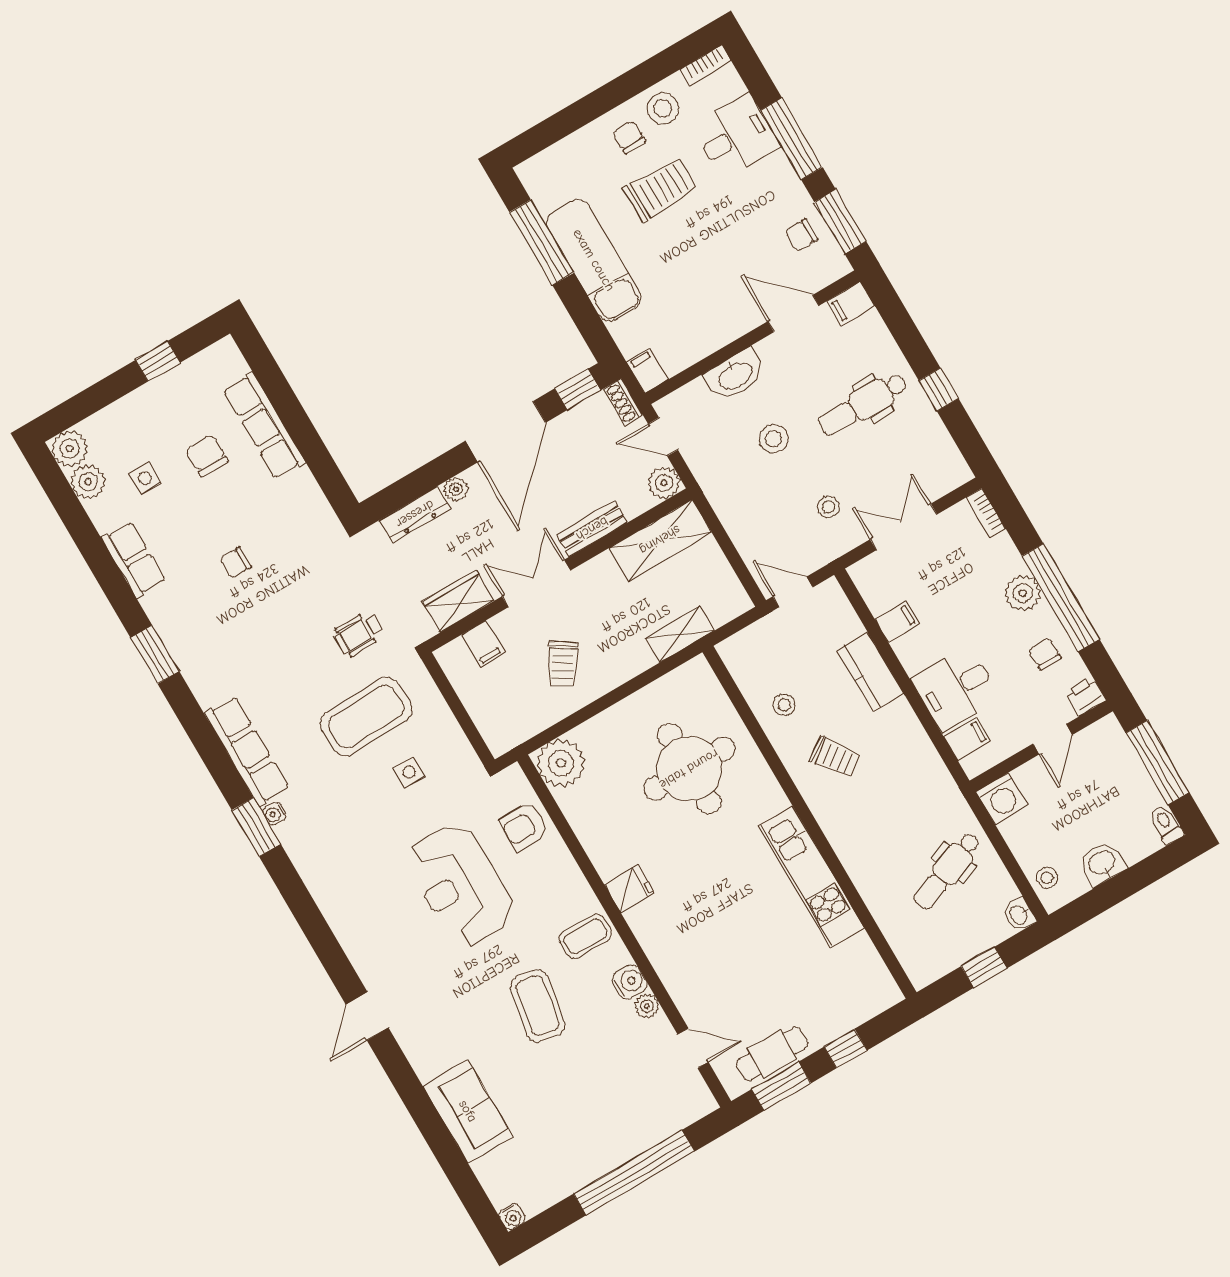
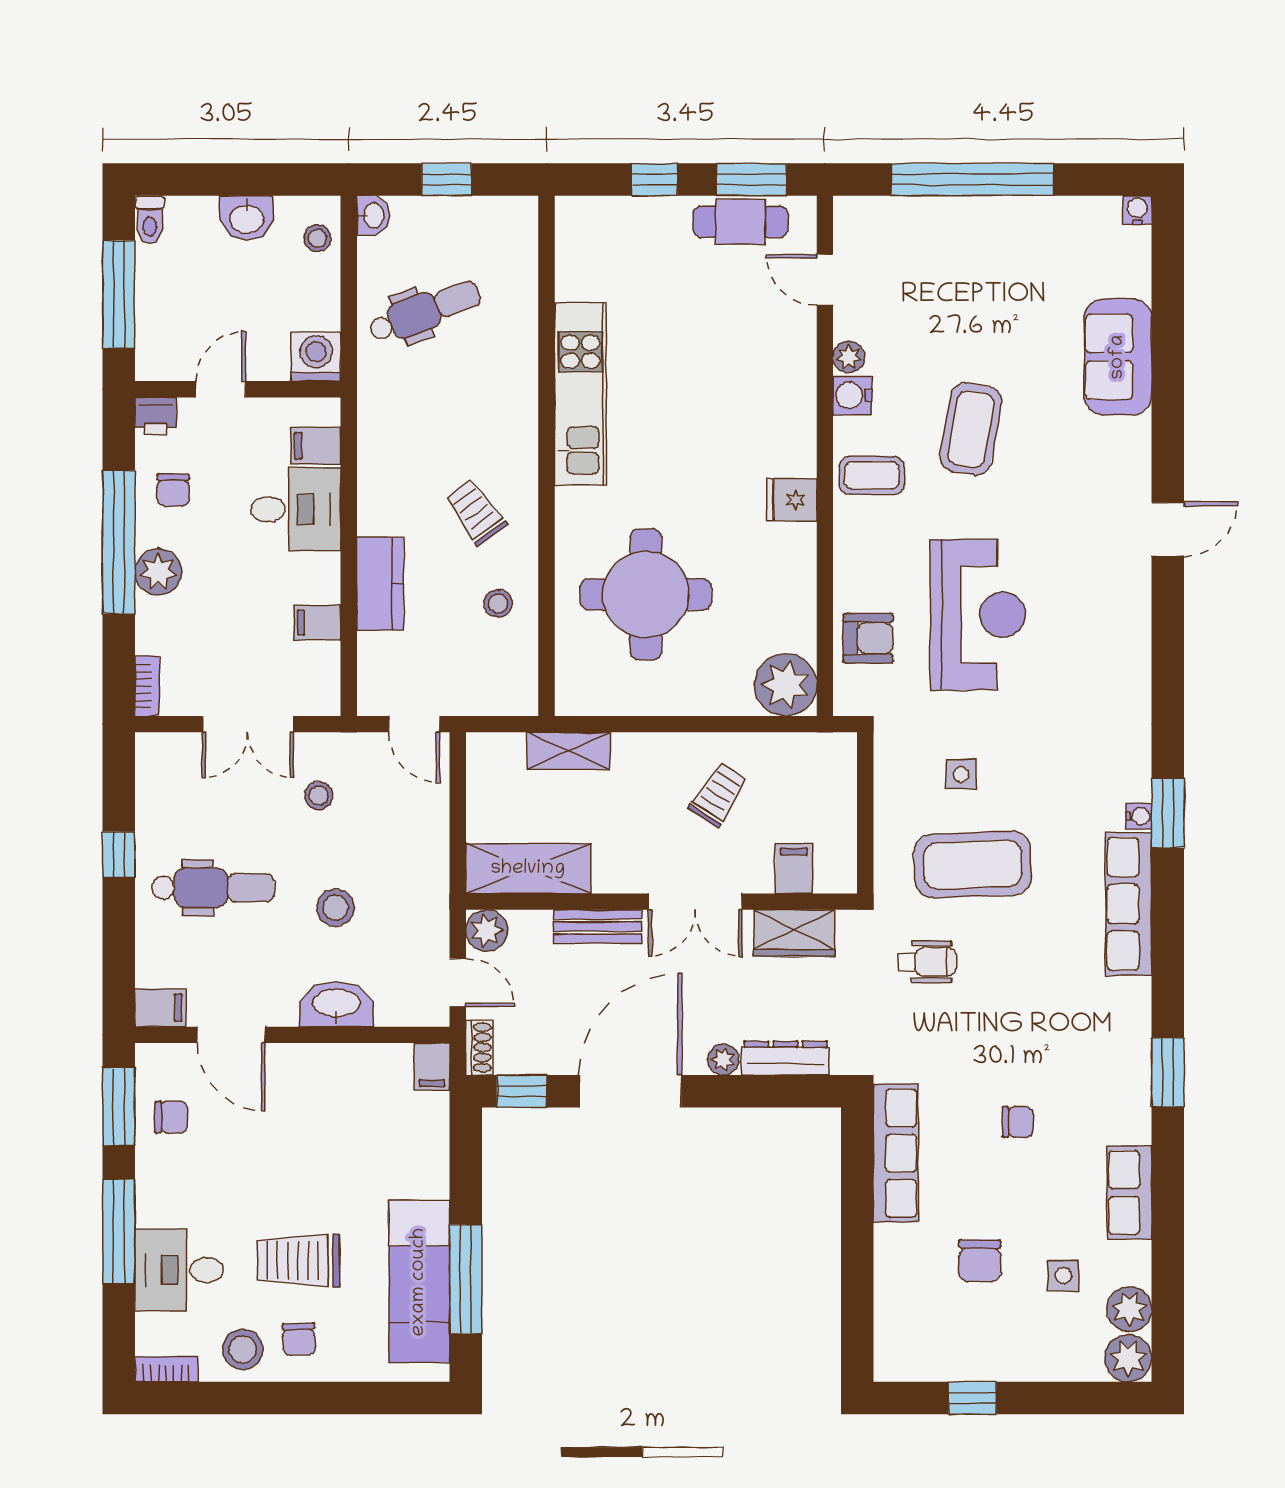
exam couch: (594, 260) -> (419, 1282), moved
row of seats: (264, 426) -> (896, 1153), moved

